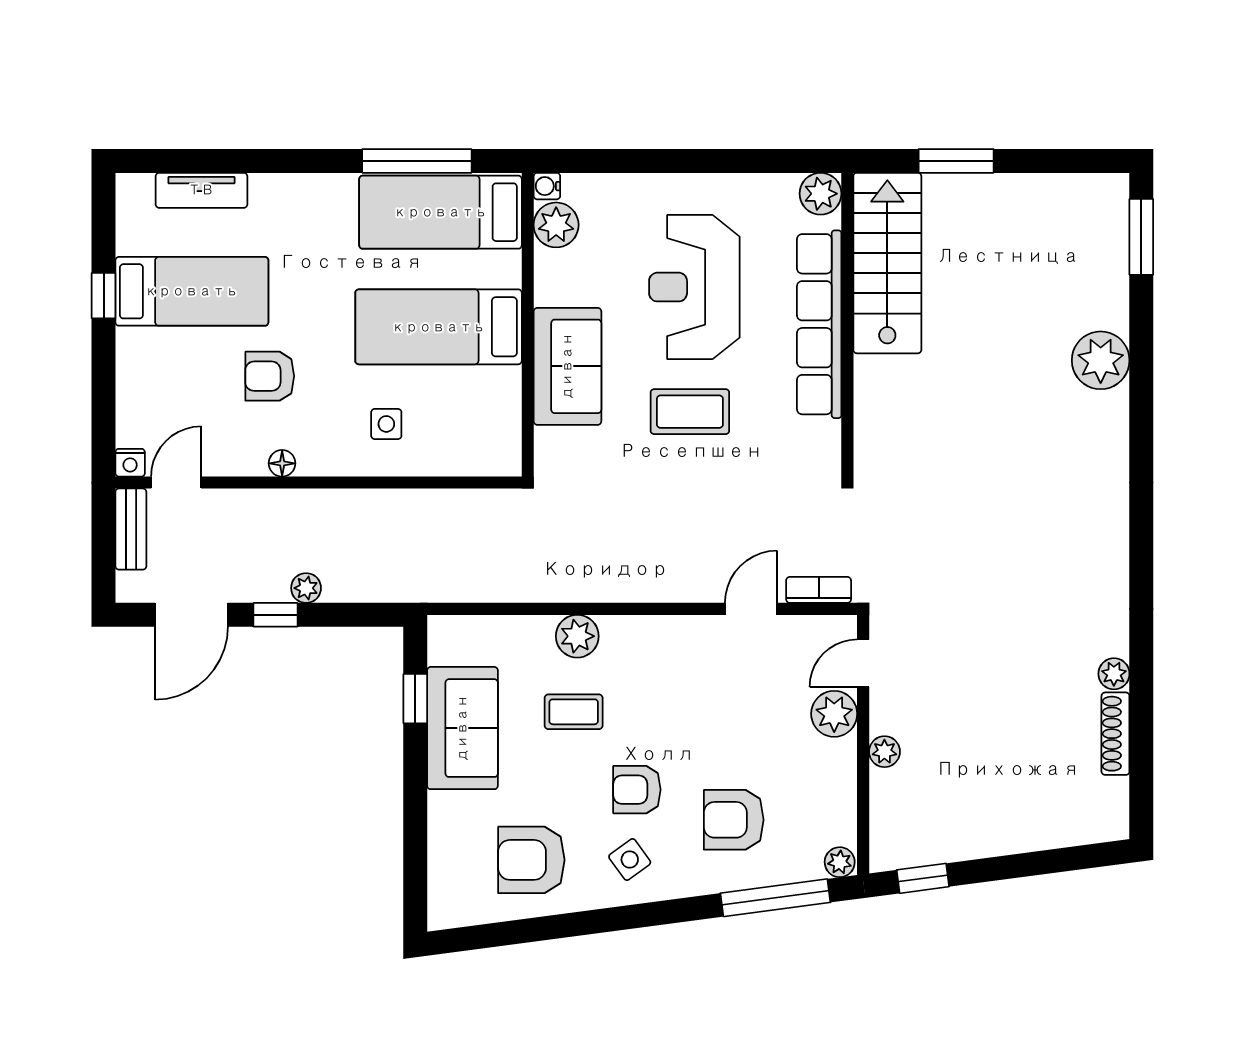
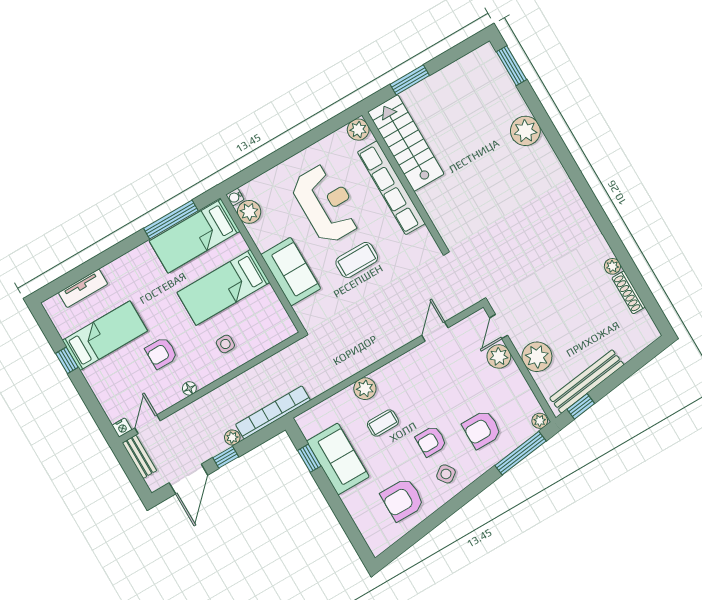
reception desk: (694, 287) -> (326, 204), turned 180
bookcase: (819, 590) -> (273, 412), moved, width x2.31, depth x1.31
plant: (884, 752) -> (537, 357), width x1.88, depth x1.88
bench: (958, 842) -> (587, 381), added

